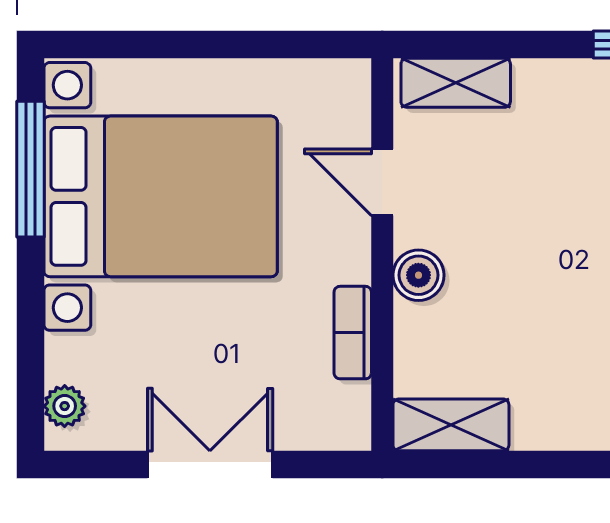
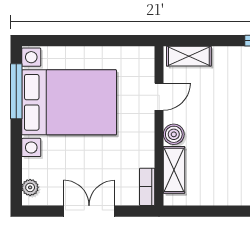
door: (382, 182) -> (159, 97), swing flipped
bookcase: (353, 333) -> (147, 187), moved
shelving: (451, 425) -> (174, 170), moved, turned 90

